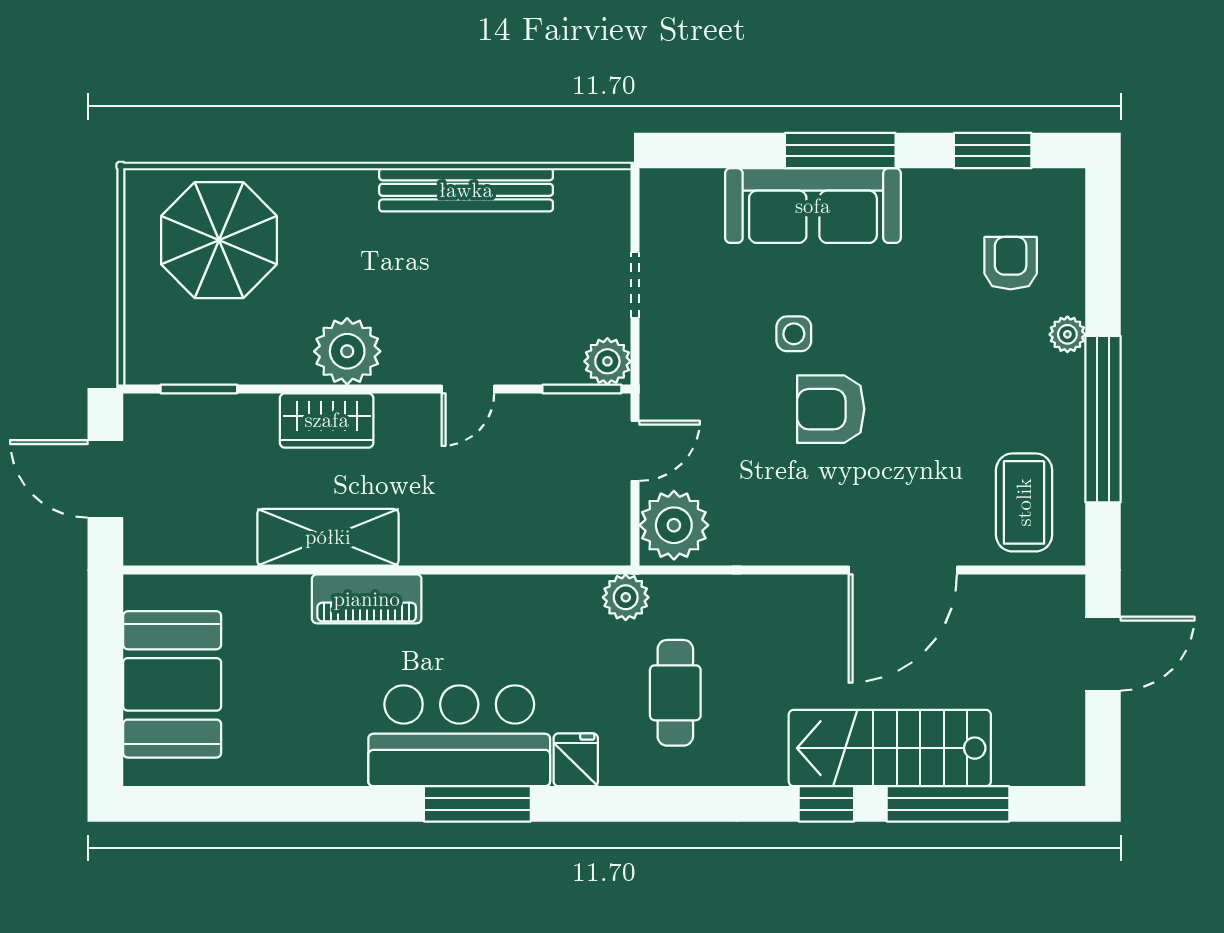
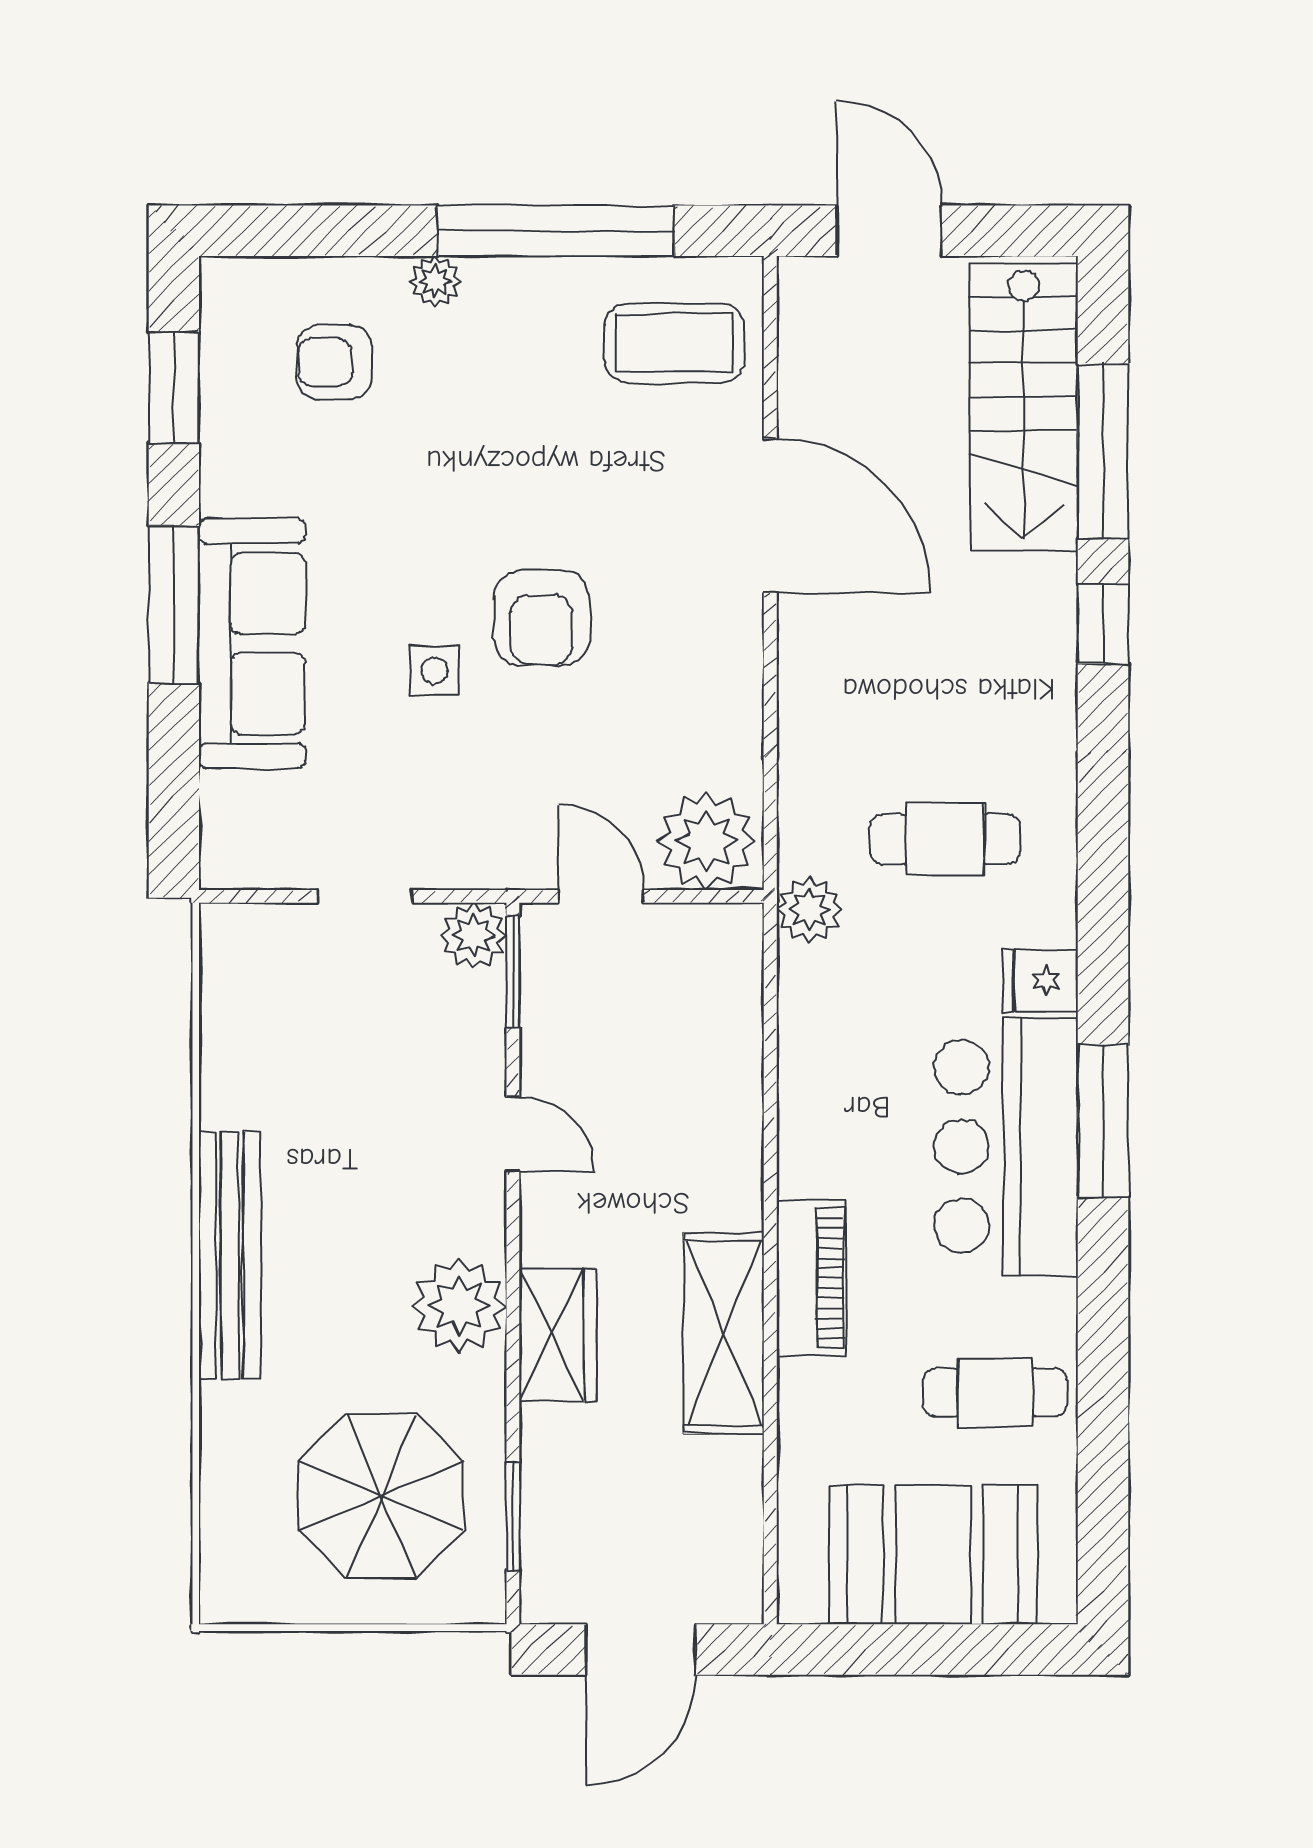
bench: (466, 190) -> (230, 1255), moved
parasol: (219, 240) -> (381, 1496), moved
cafe table: (286, 728) -> (995, 1393), added
stairs: (890, 748) -> (1024, 406), moved

